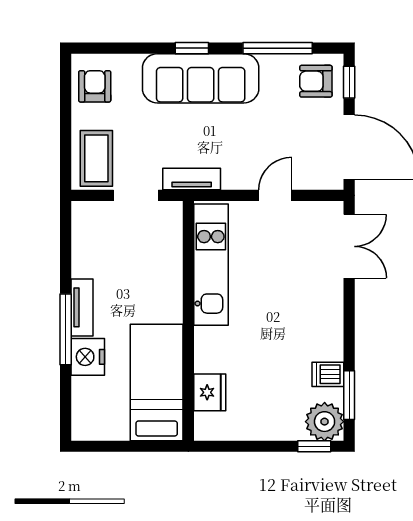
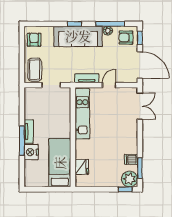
plant: (272, 65) -> (108, 31), added
tv unit: (192, 179) -> (87, 78), moved

